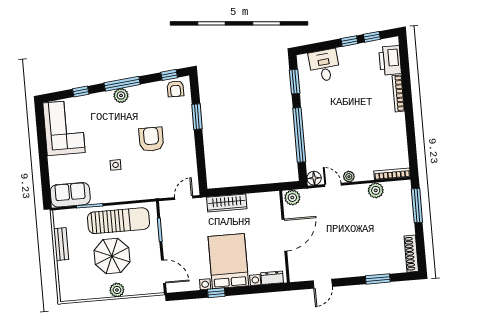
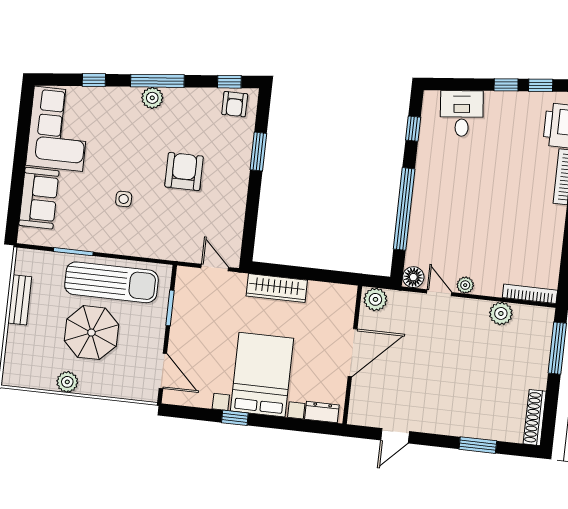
window: (295, 82) -> (413, 129), width x0.67
sofa: (70, 195) -> (39, 198), moved, turned 90
door: (184, 198) -> (215, 268), hinge flipped
plant: (117, 290) -> (67, 382), moved

